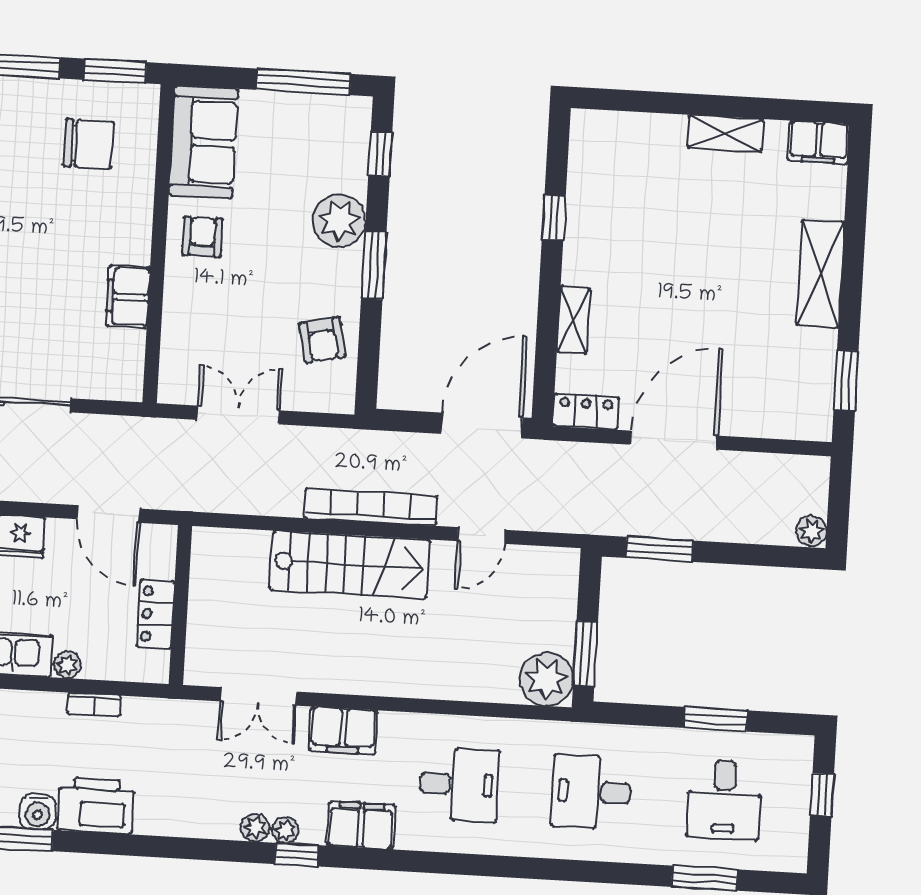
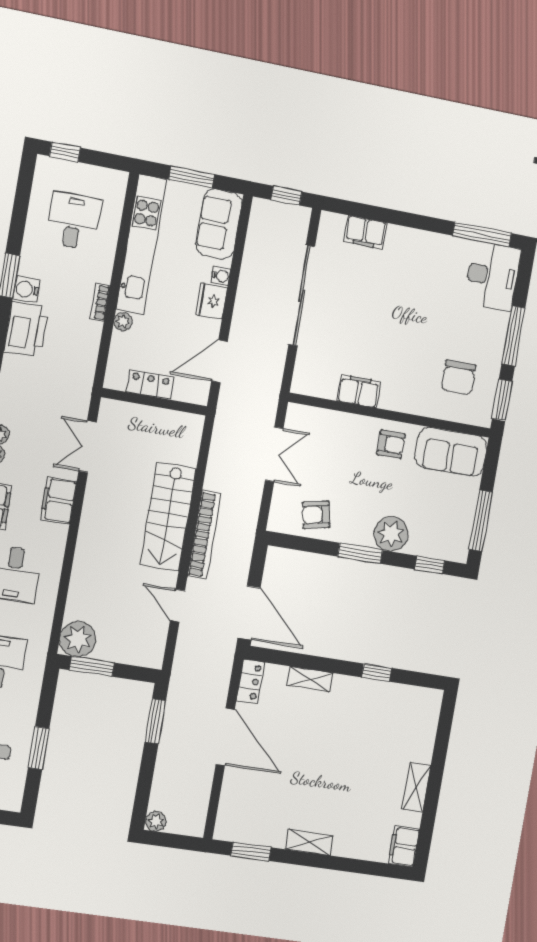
shelving: (820, 274) -> (309, 842), width x0.67, depth x0.75
bookcase: (94, 705) -> (100, 302), moved

